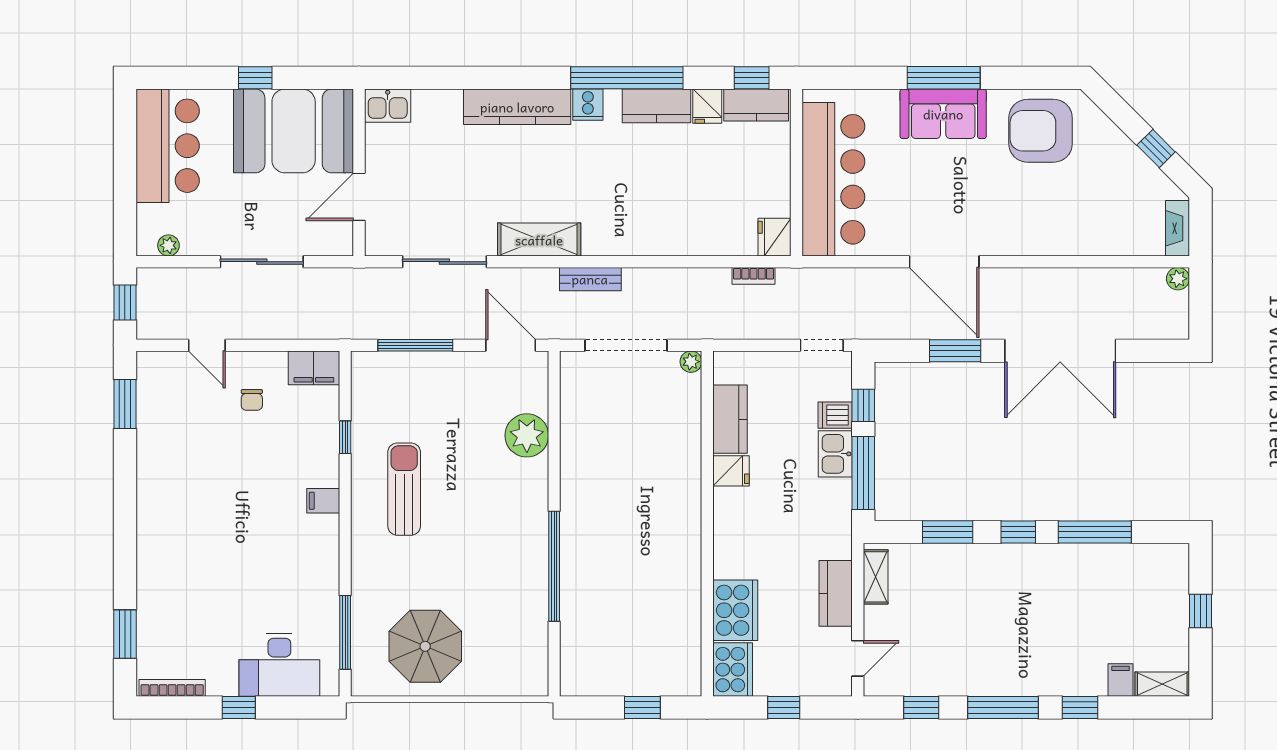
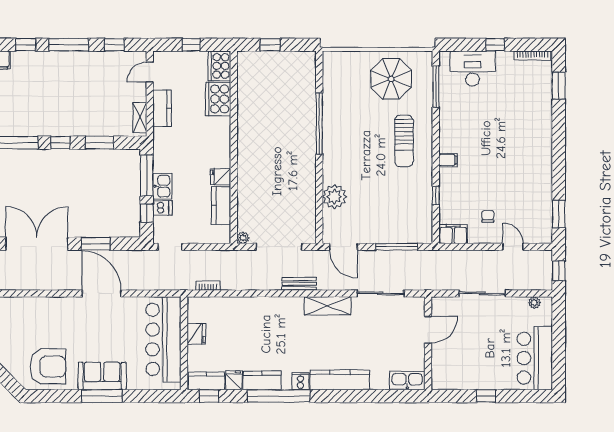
kitchen sink: (388, 106) -> (407, 381), width x1.38
booth: (294, 131) -> (465, 366), removed
fridge: (775, 237) -> (196, 334), moved
sun lounger: (404, 489) -> (404, 141), moved

